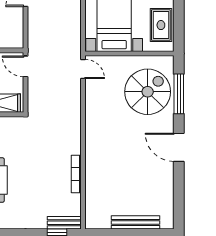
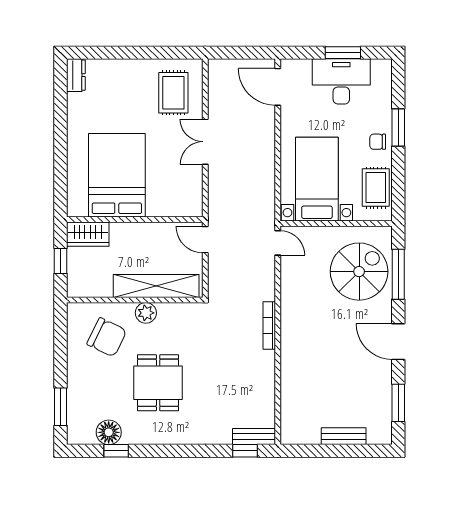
bookcase: (76, 174) -> (269, 326), moved
window: (179, 196) -> (398, 403), added
bench: (135, 222) -> (344, 436), width x0.73

